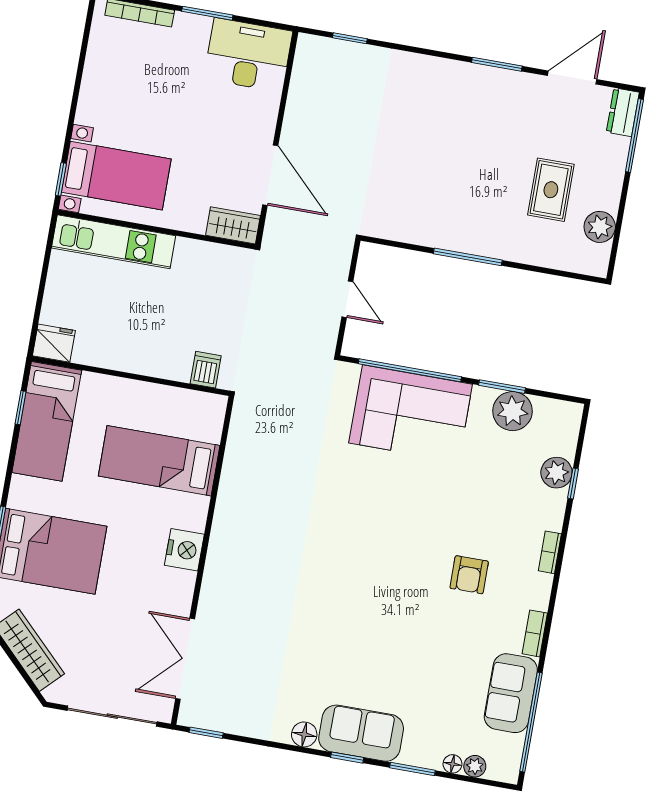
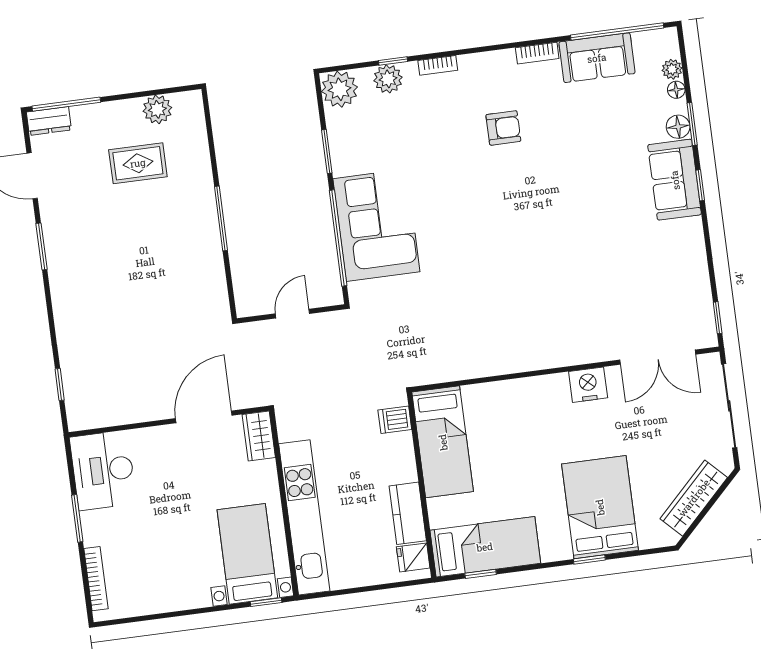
kitchen unit: (114, 242) -> (304, 517), width x1.36
fridge: (54, 343) -> (413, 557), width x0.72
kitchen counter: (106, 353) -> (408, 513), added
plant: (513, 411) -> (340, 89), moved
bed: (159, 461) -> (443, 442), moved
nightstand: (184, 550) -> (588, 385), moved
bookcase: (550, 552) -> (438, 65), moved
floor lamp: (304, 734) -> (678, 127), moved

